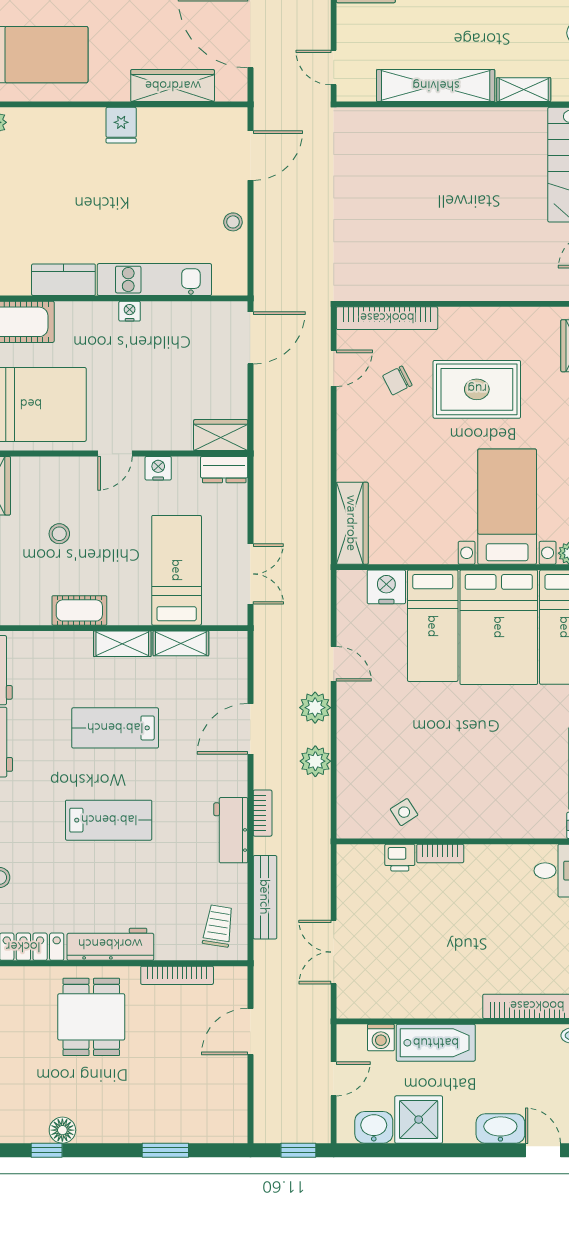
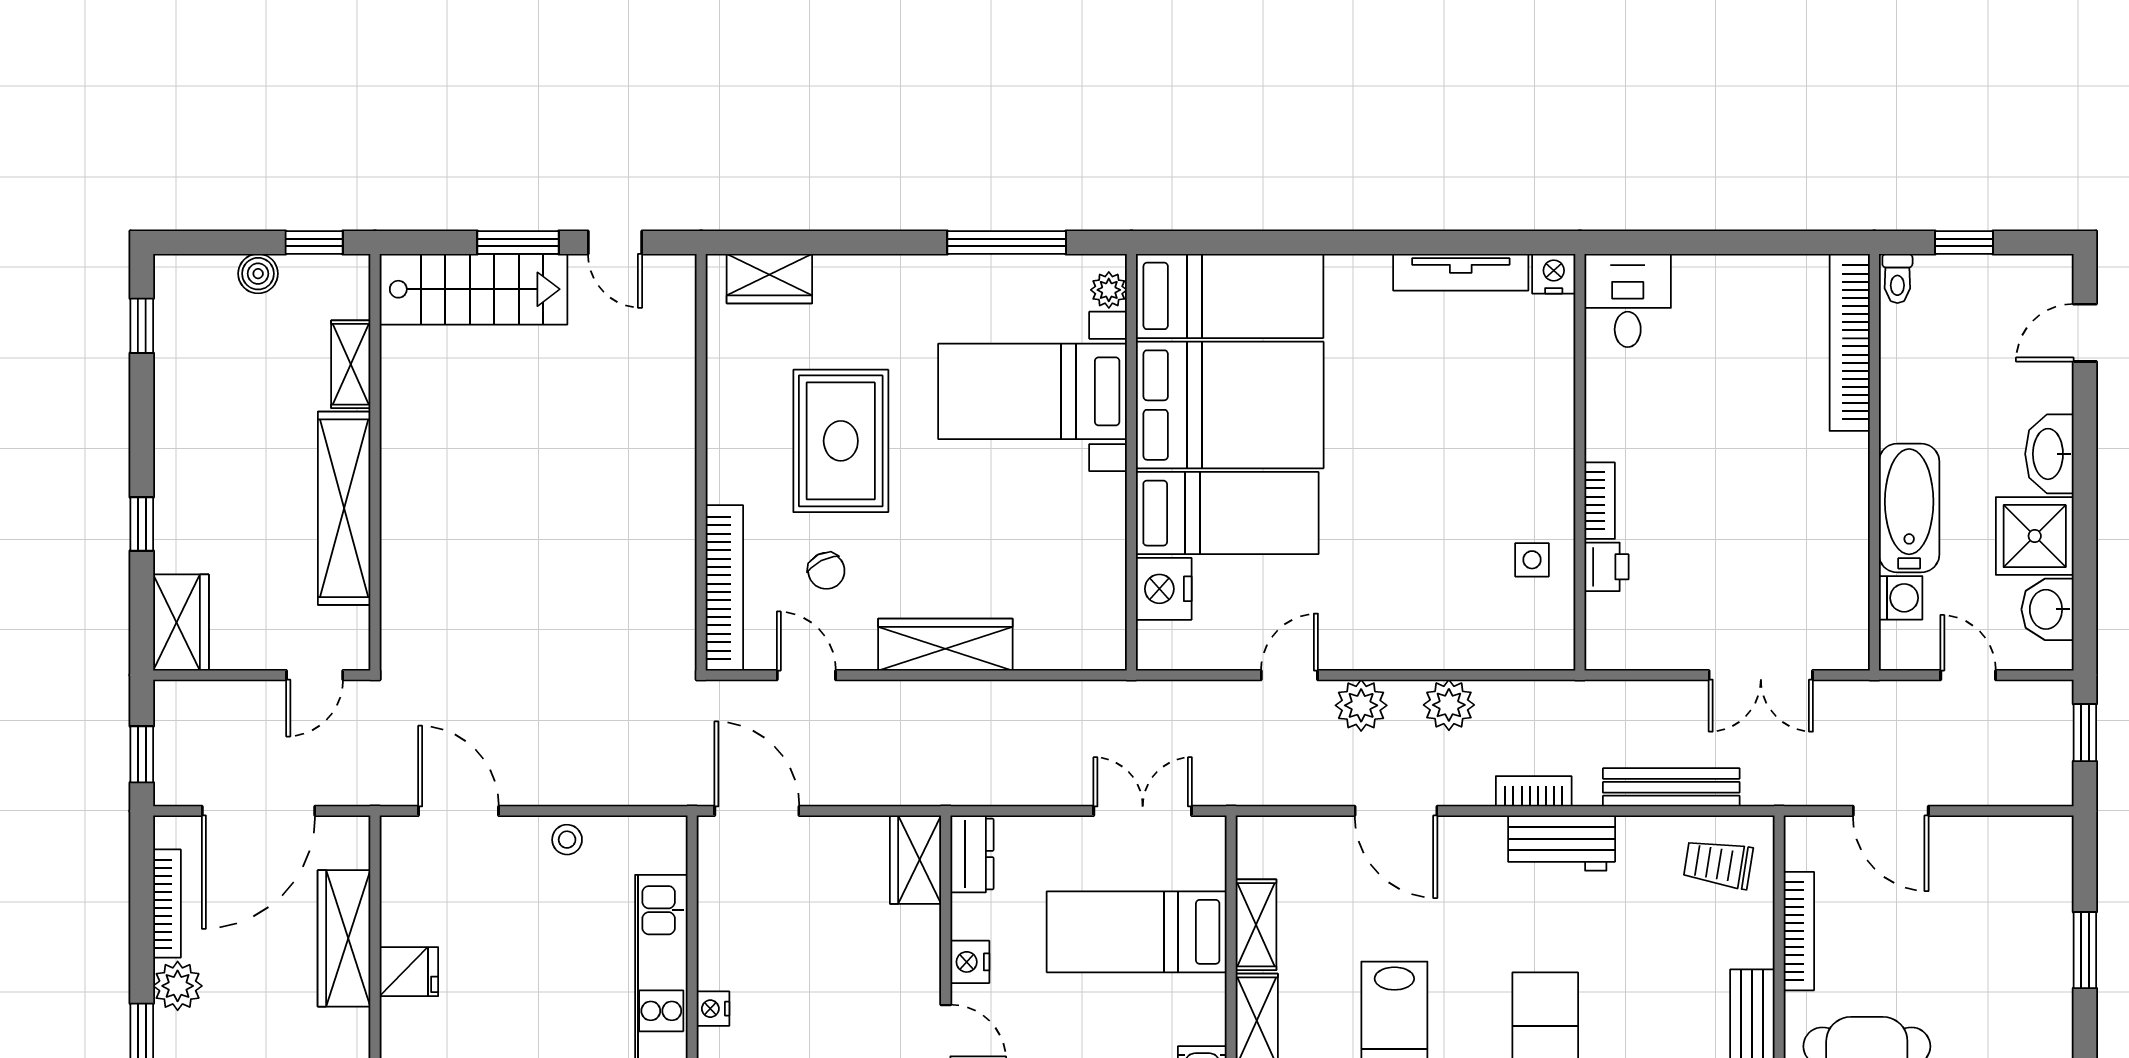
fridge: (121, 125) -> (409, 972), moved
wardrobe: (352, 523) -> (945, 645), moved
side table: (404, 812) -> (1532, 560), turned 33
washbasin: (500, 1129) -> (2049, 454), moved

